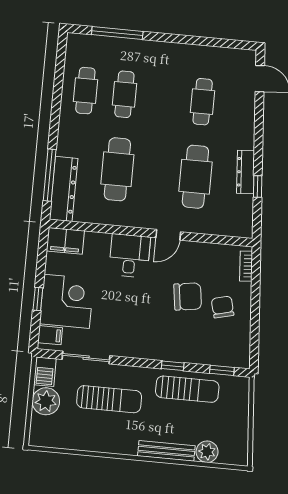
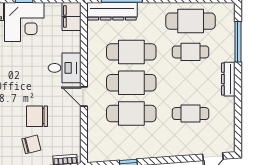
cafe table: (85, 91) -> (191, 21), width x1.37, depth x1.35
dresser: (246, 172) -> (228, 79), moved, turned -86
cafe table: (156, 173) -> (131, 83), added
chair: (188, 297) -> (37, 116), turned 98

